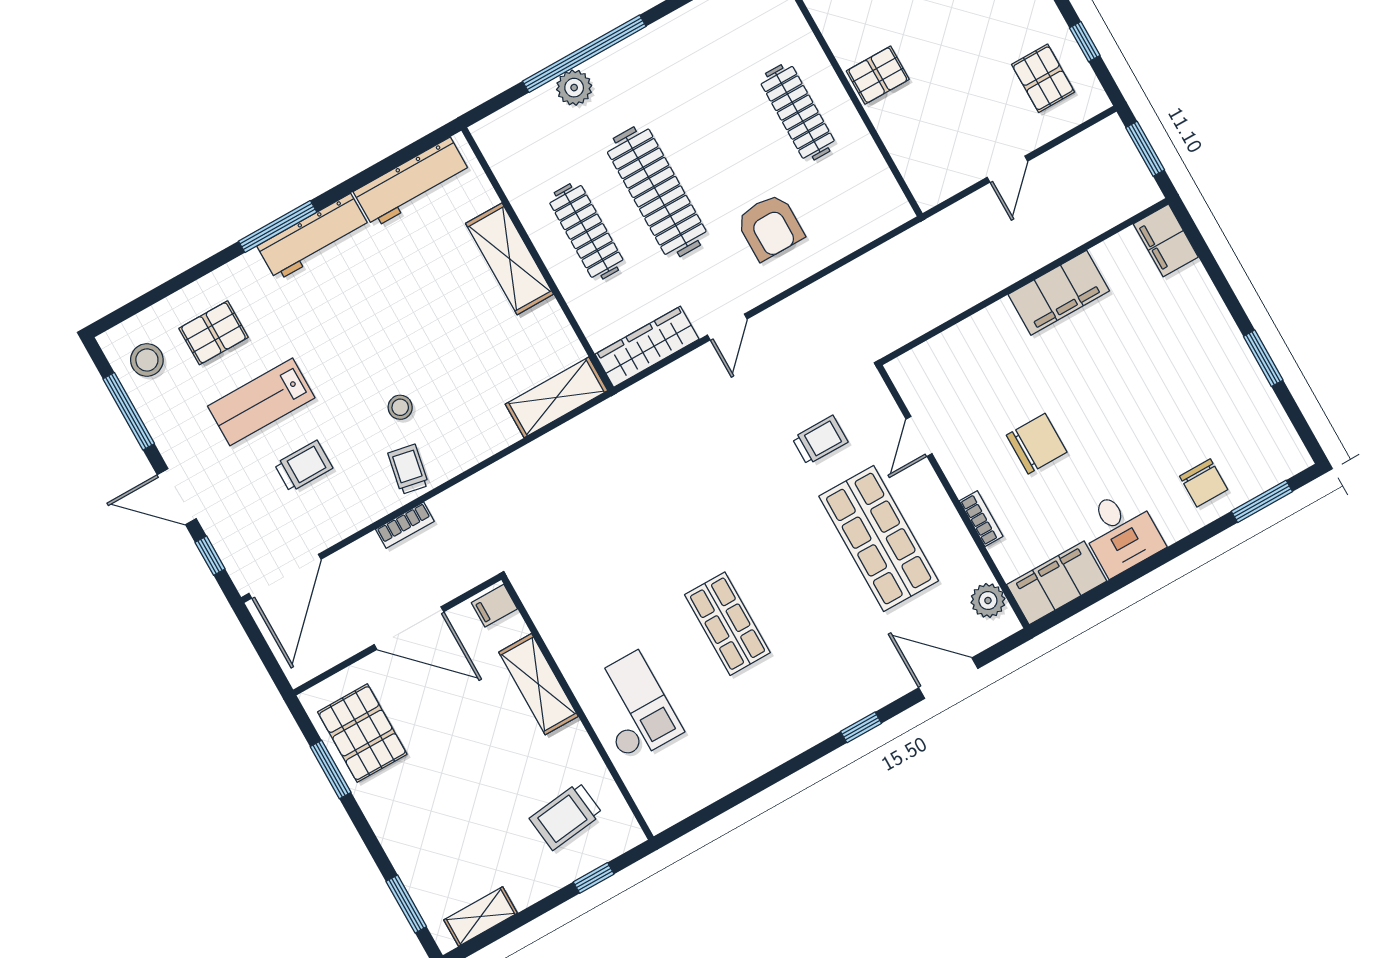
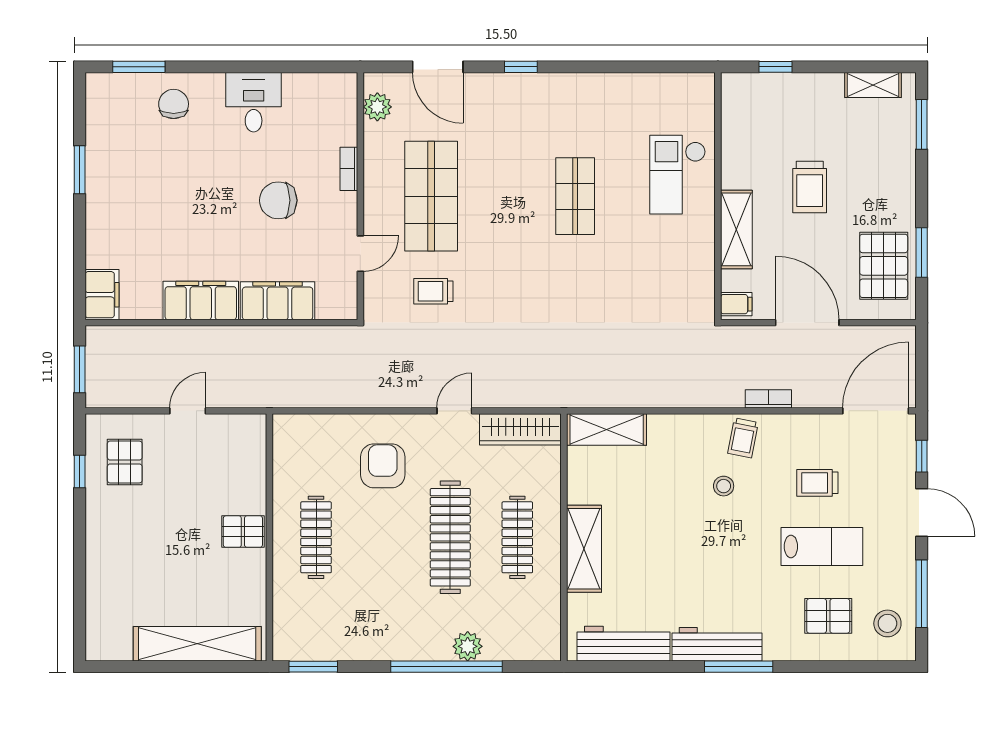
filing cabinet: (1057, 583) -> (278, 301), moved, turned 180
trolley: (566, 816) -> (810, 187), moved, turned 97

